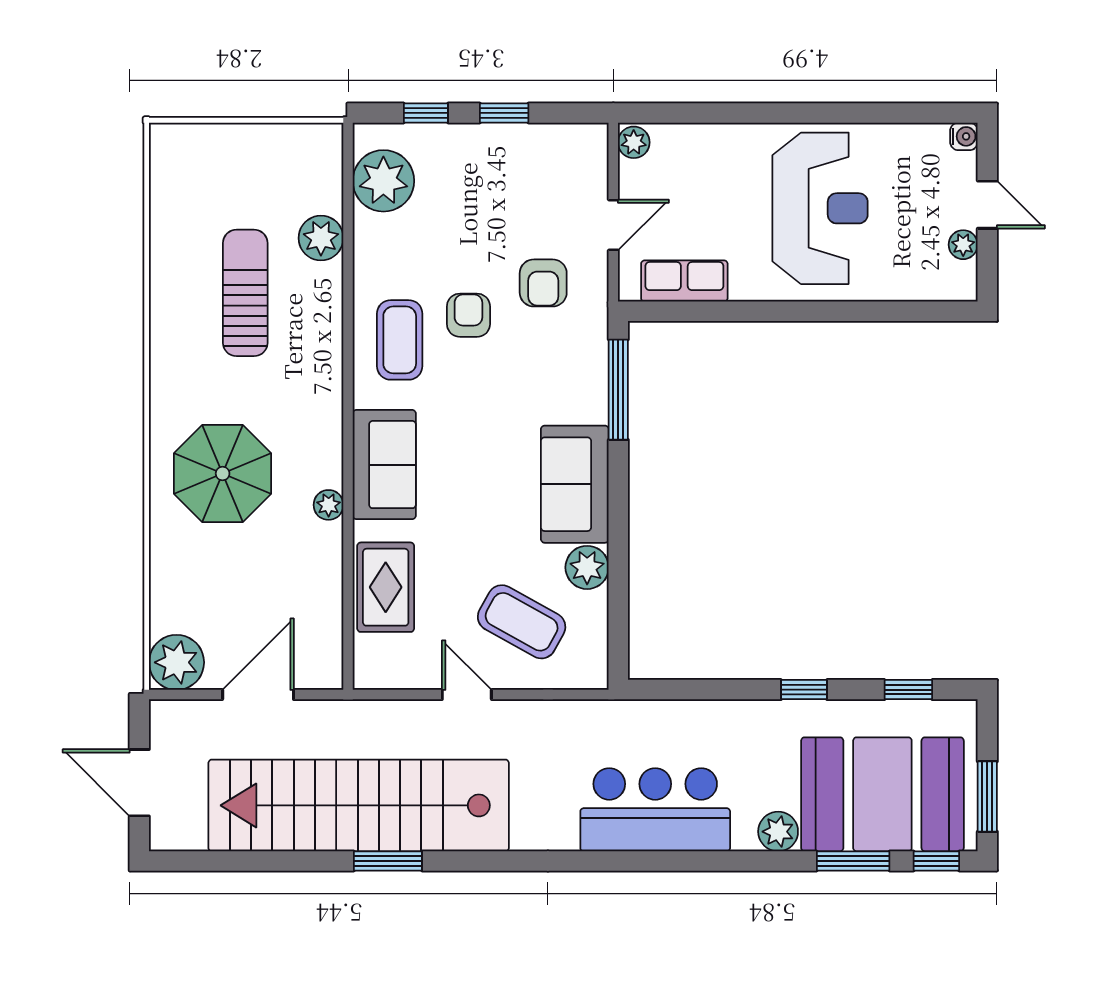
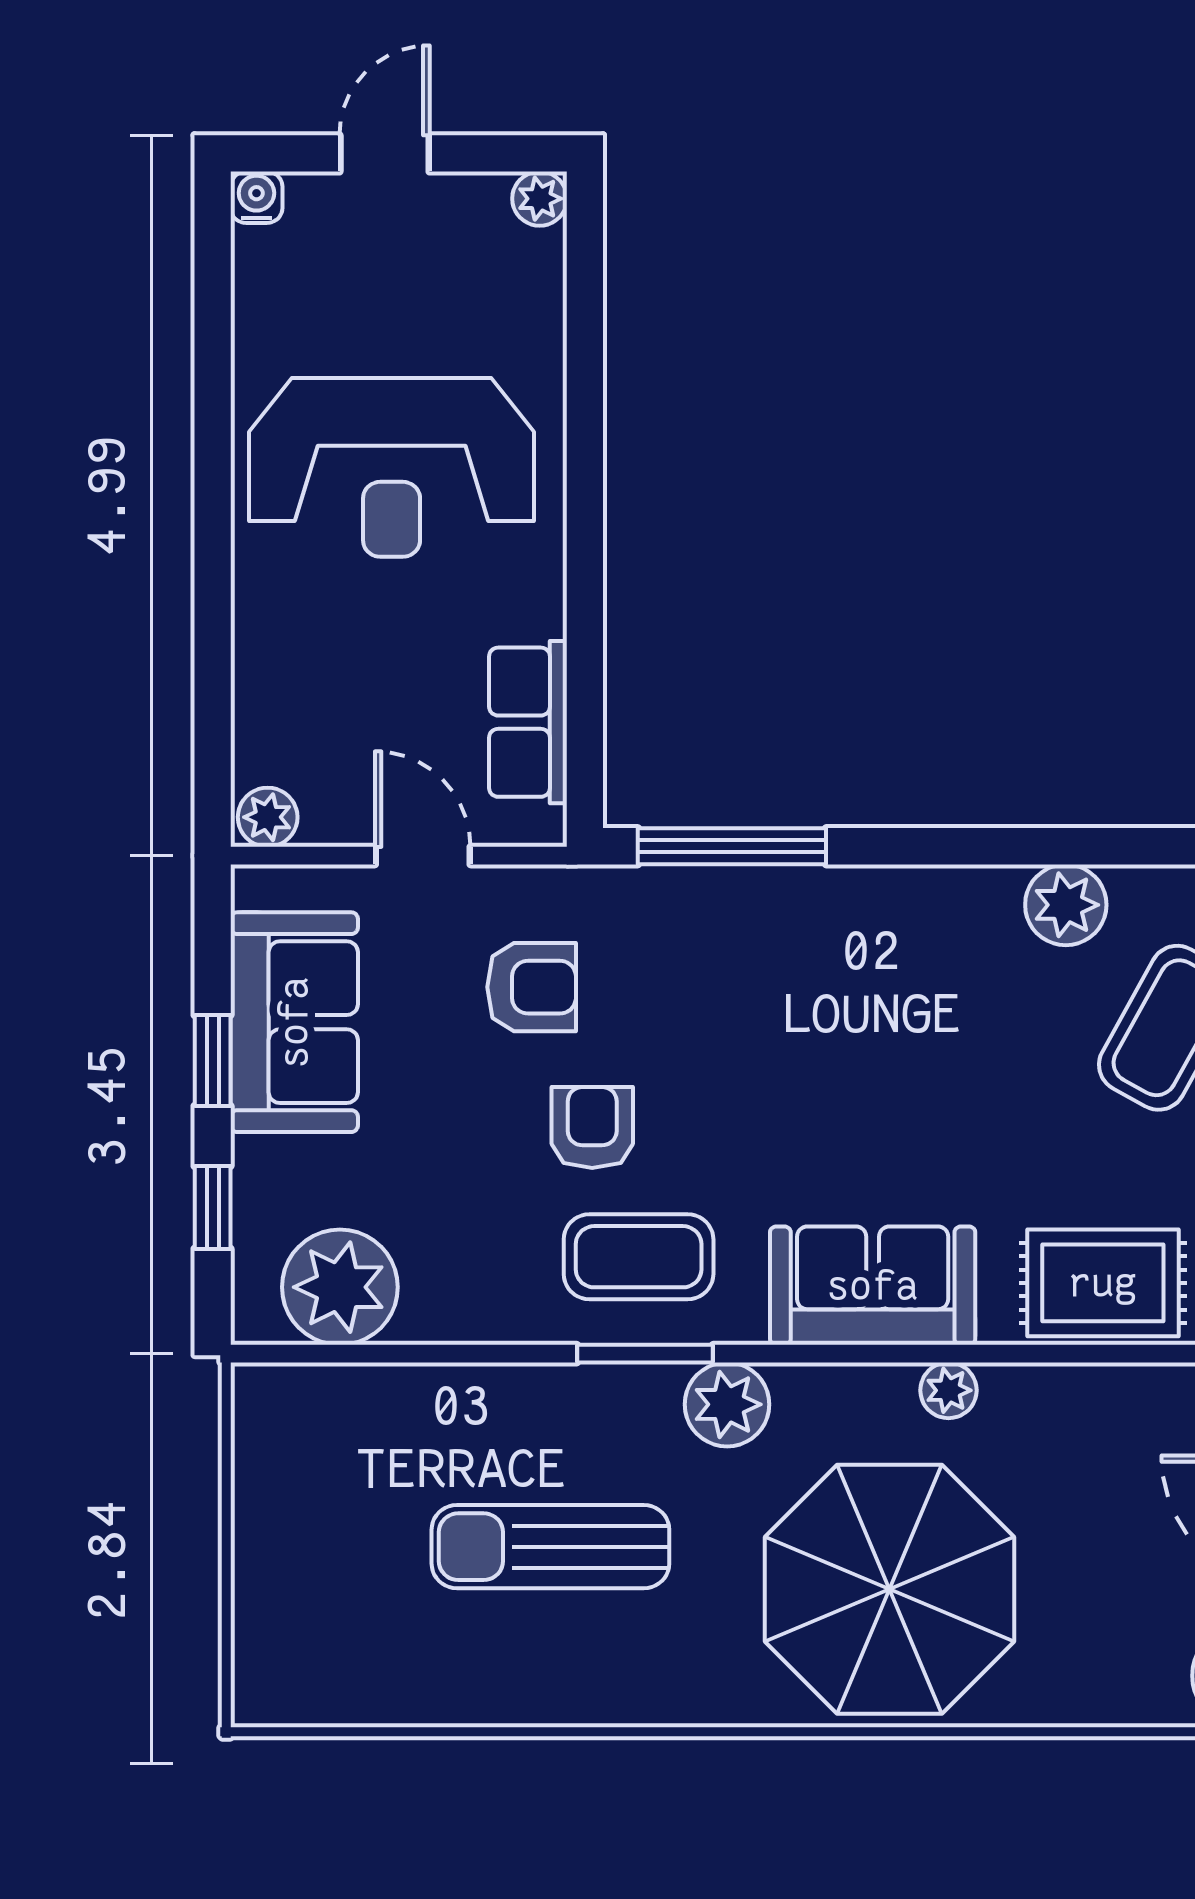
reception desk: (820, 208) -> (392, 467), turned 180
plant: (321, 238) -> (727, 1404), moved
plant: (963, 245) -> (540, 199), moved
armchair: (468, 315) -> (592, 1128), turned 90
window: (348, 343) -> (645, 1354), added
parasol: (223, 474) -> (889, 1589), width x1.36, depth x1.36
sofa: (575, 484) -> (294, 1022), moved, turned -90

